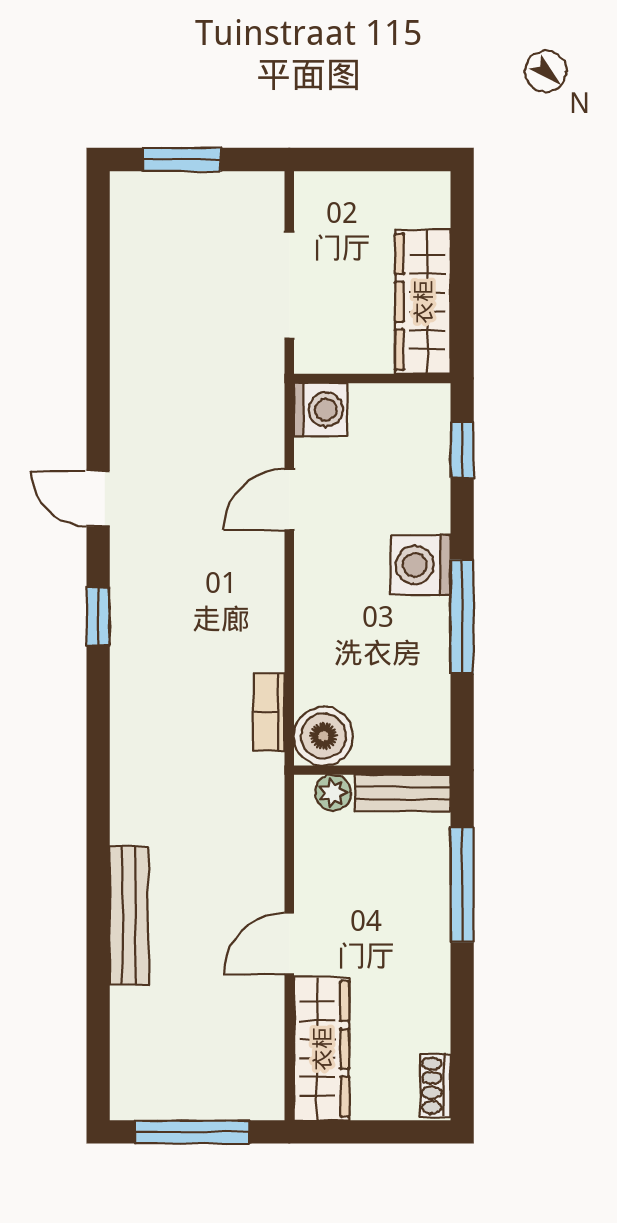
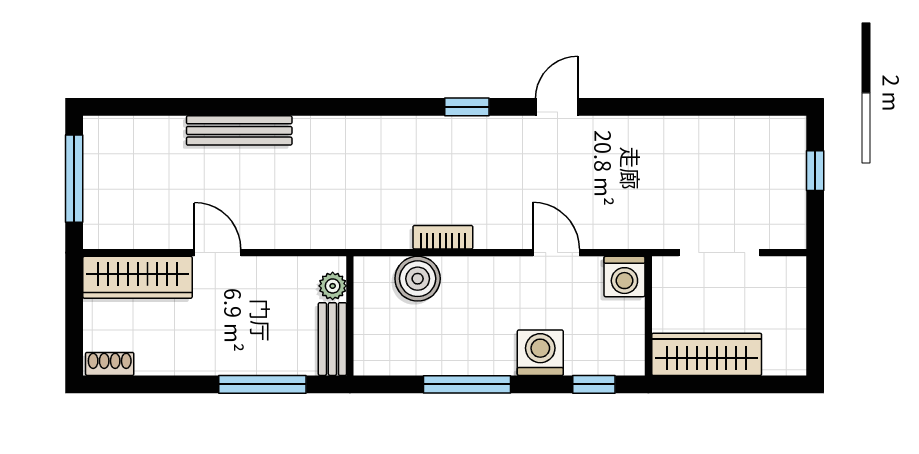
window: (182, 159) -> (815, 171), width x0.67
washing machine: (421, 565) -> (540, 353), moved
bookcase: (269, 712) -> (443, 237), moved
boiler: (323, 736) -> (418, 279), moved

